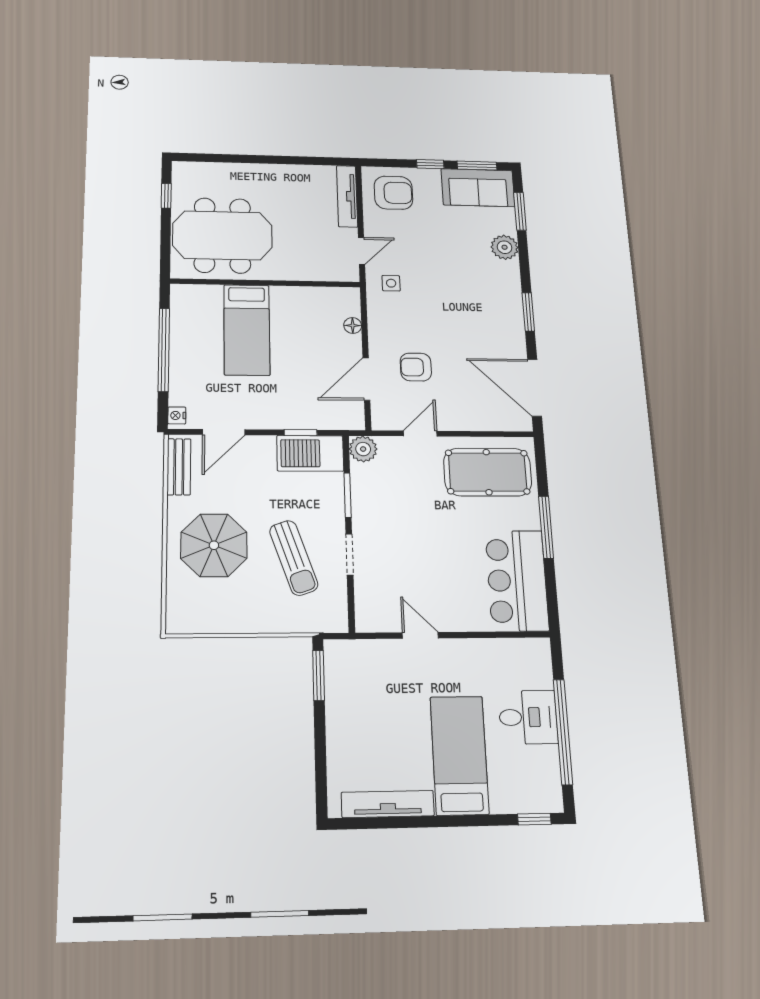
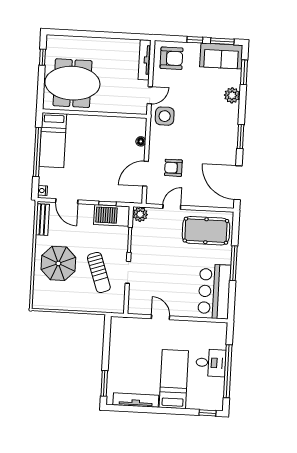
side table: (391, 283) -> (165, 116), width x1.87, depth x1.87
bed: (247, 330) -> (53, 140), moved
door: (224, 432) -> (67, 201), hinge flipped
window: (319, 675) -> (104, 383), moved

